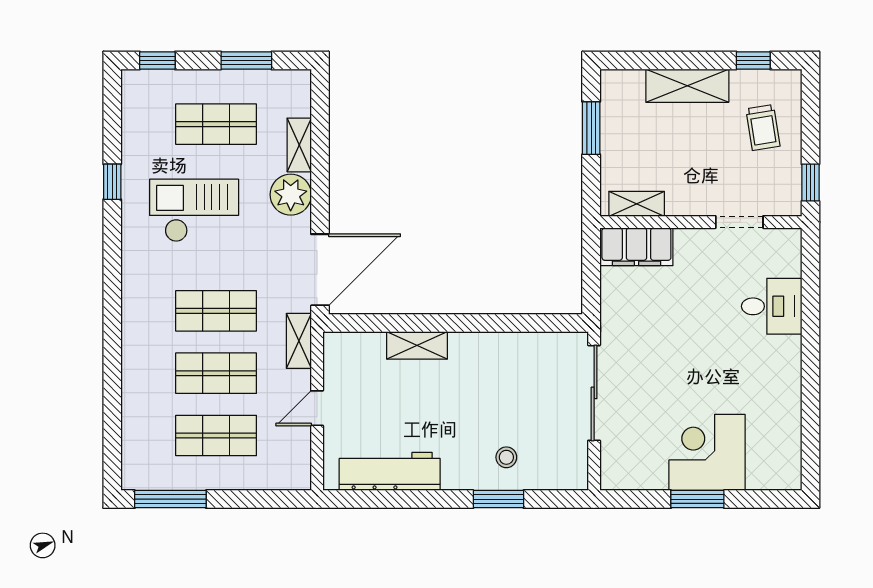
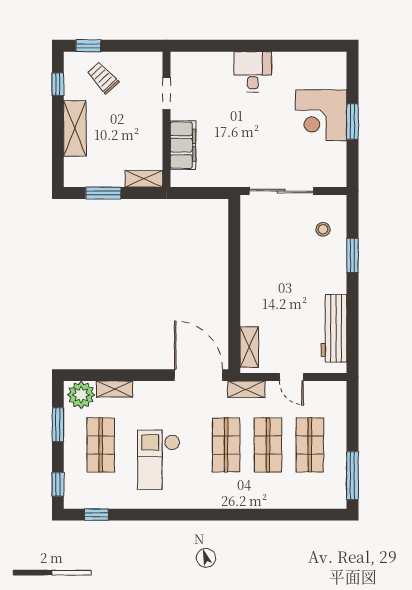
trolley: (763, 127) -> (103, 78), turned -124
window: (112, 182) -> (96, 515), moved
window: (810, 183) -> (88, 46), moved
plant: (291, 195) -> (81, 395), moved
shelving: (637, 204) -> (144, 179), moved, turned 90
filing cabinet: (636, 247) -> (183, 145), moved
desk: (772, 306) -> (253, 72), moved
shelving: (417, 345) -> (249, 347), moved
stool: (506, 457) -> (323, 229), moved

